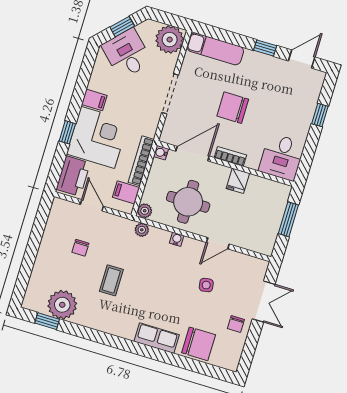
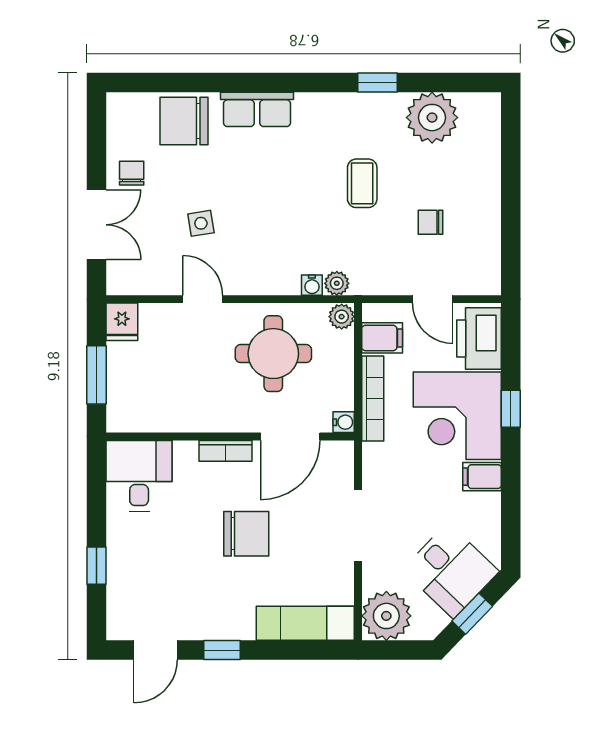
fridge: (238, 181) -> (122, 322), moved, turned 180
water cooler: (177, 239) -> (312, 285), moved
door: (218, 243) -> (203, 299), hinge flipped
chair: (80, 248) -> (430, 222), turned -90
double door: (264, 302) -> (97, 225), swing flipped
window: (47, 321) -> (378, 82), moved

